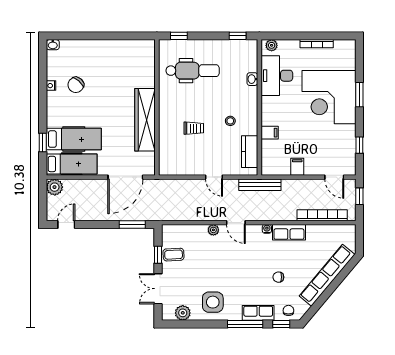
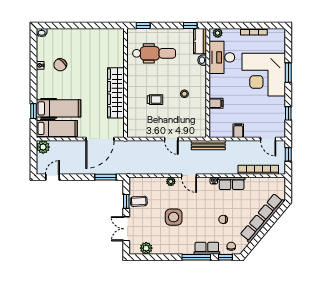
kitchen counter: (250, 152) -> (200, 41), moved
side table: (213, 302) -> (174, 217), moved

